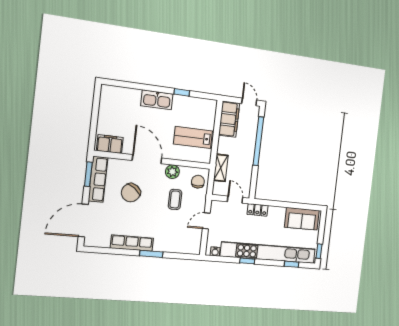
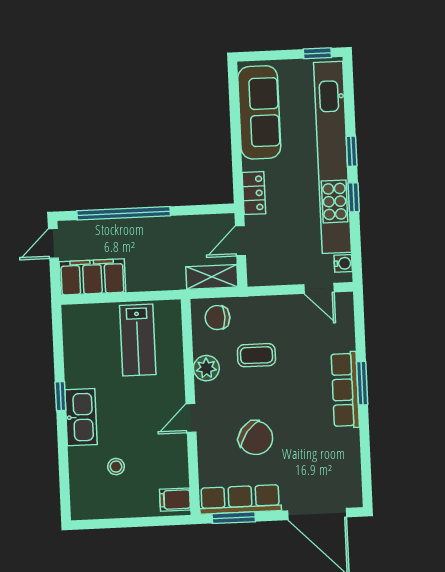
window: (182, 92) -> (60, 396), moved
stool: (127, 114) -> (116, 467), added
filing cabinet: (110, 144) -> (175, 500), width x0.50
door: (147, 159) -> (191, 418), width x0.53
shelving: (221, 168) -> (212, 277), moved
sofa: (302, 219) -> (259, 112), width x1.36
door: (206, 221) -> (319, 288), moved
row of seats: (132, 243) -> (345, 390), moved
window: (292, 264) -> (352, 151), moved

